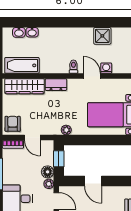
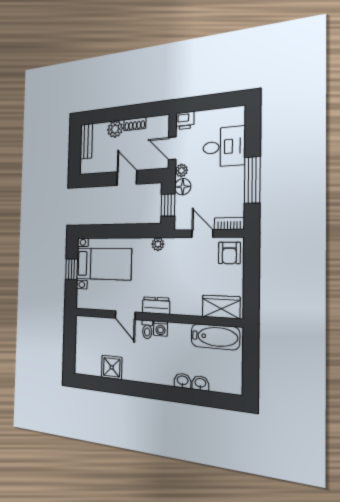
washbasin: (19, 32) -> (183, 381), moved
washing machine: (106, 68) -> (161, 328), moved
dresser: (56, 85) -> (156, 306), moved
wardrobe: (25, 86) -> (221, 307), width x0.67

